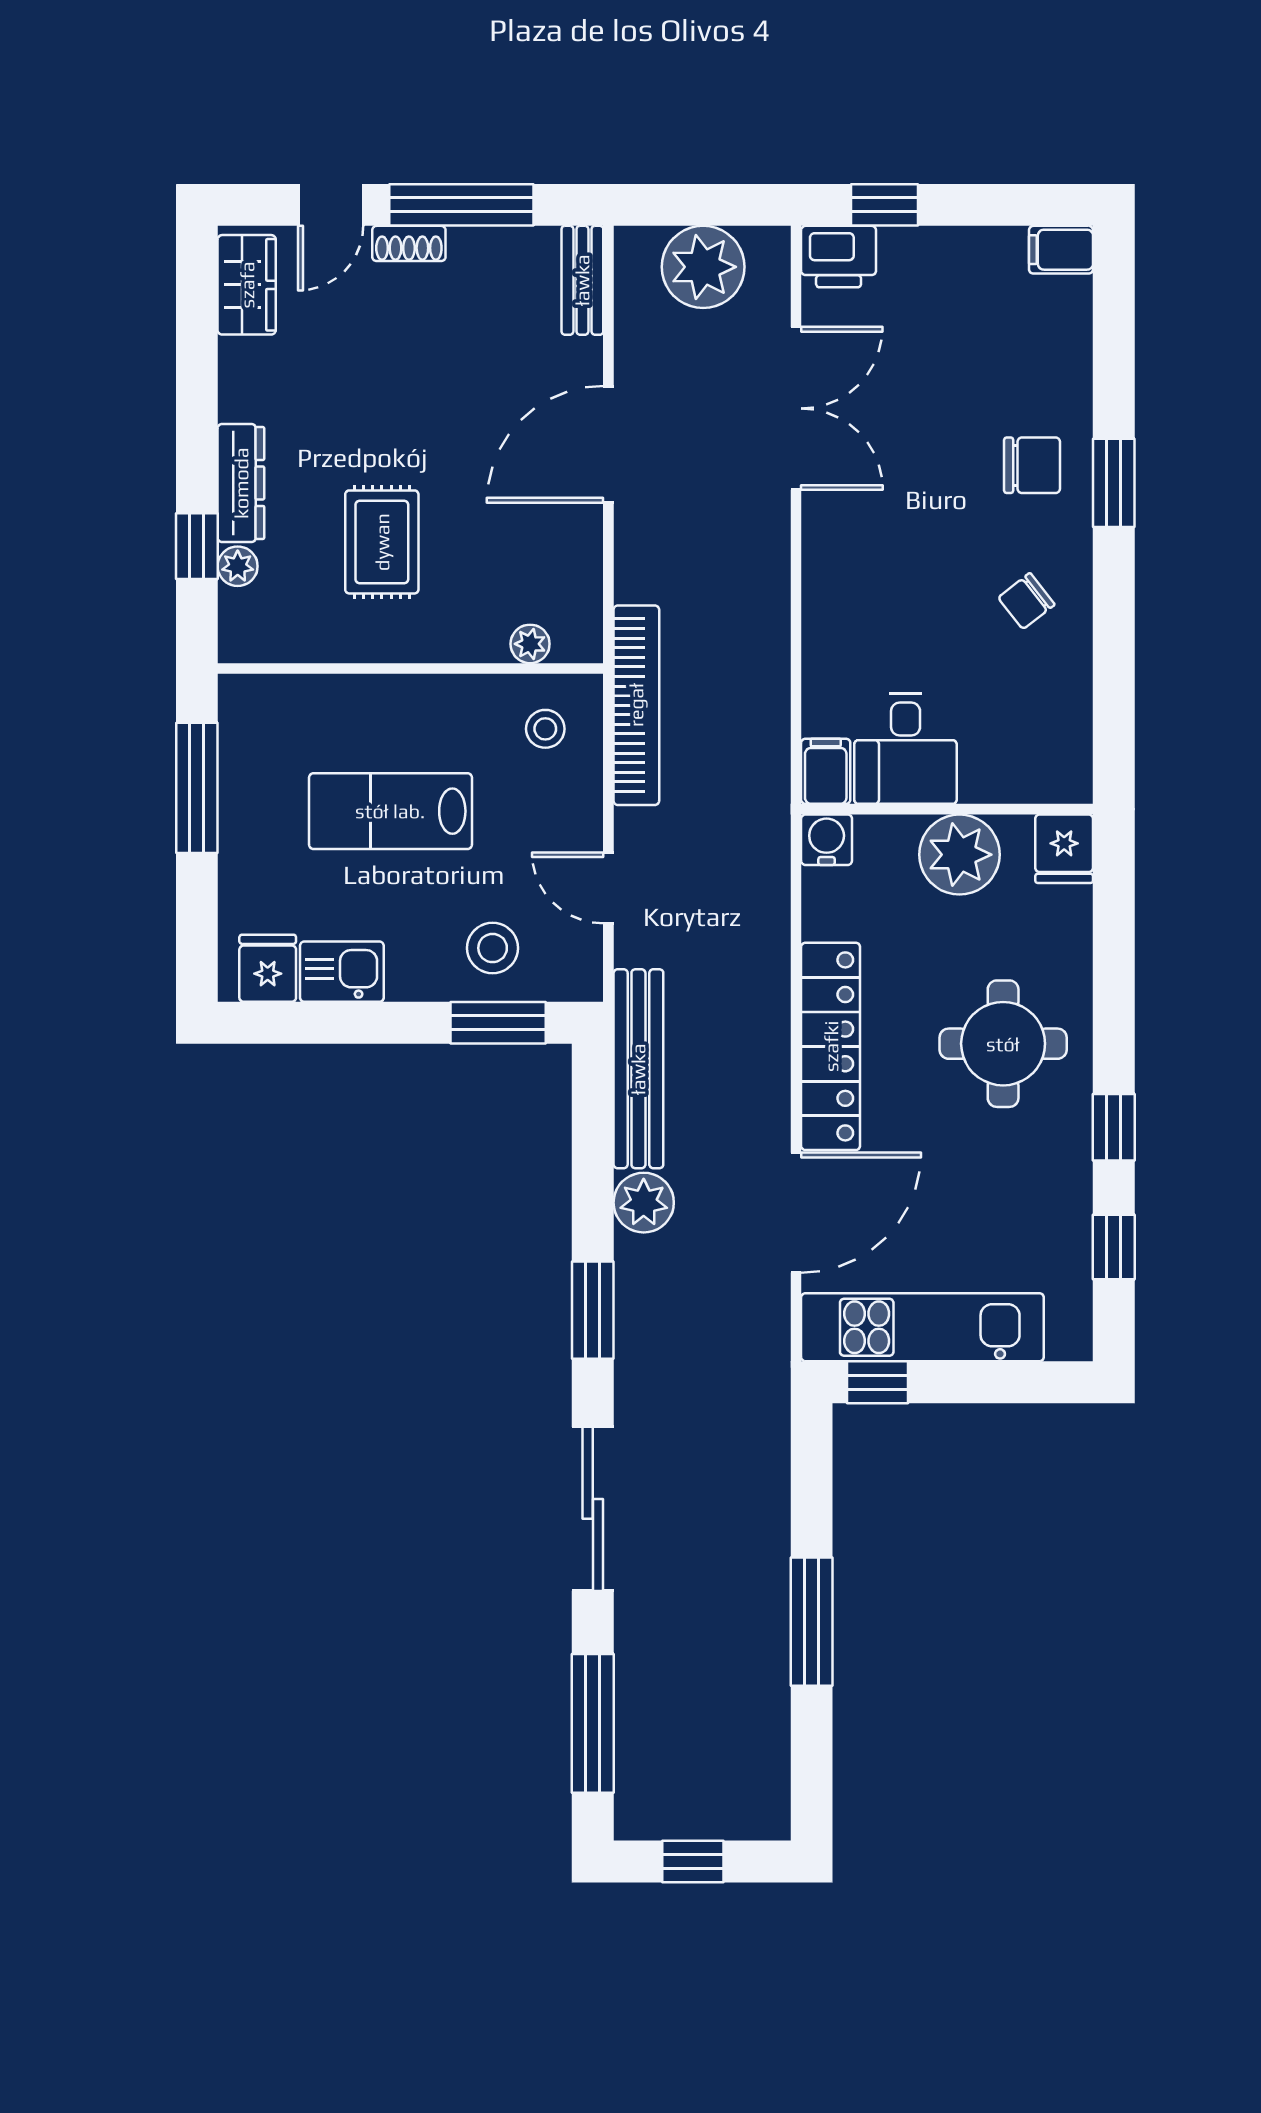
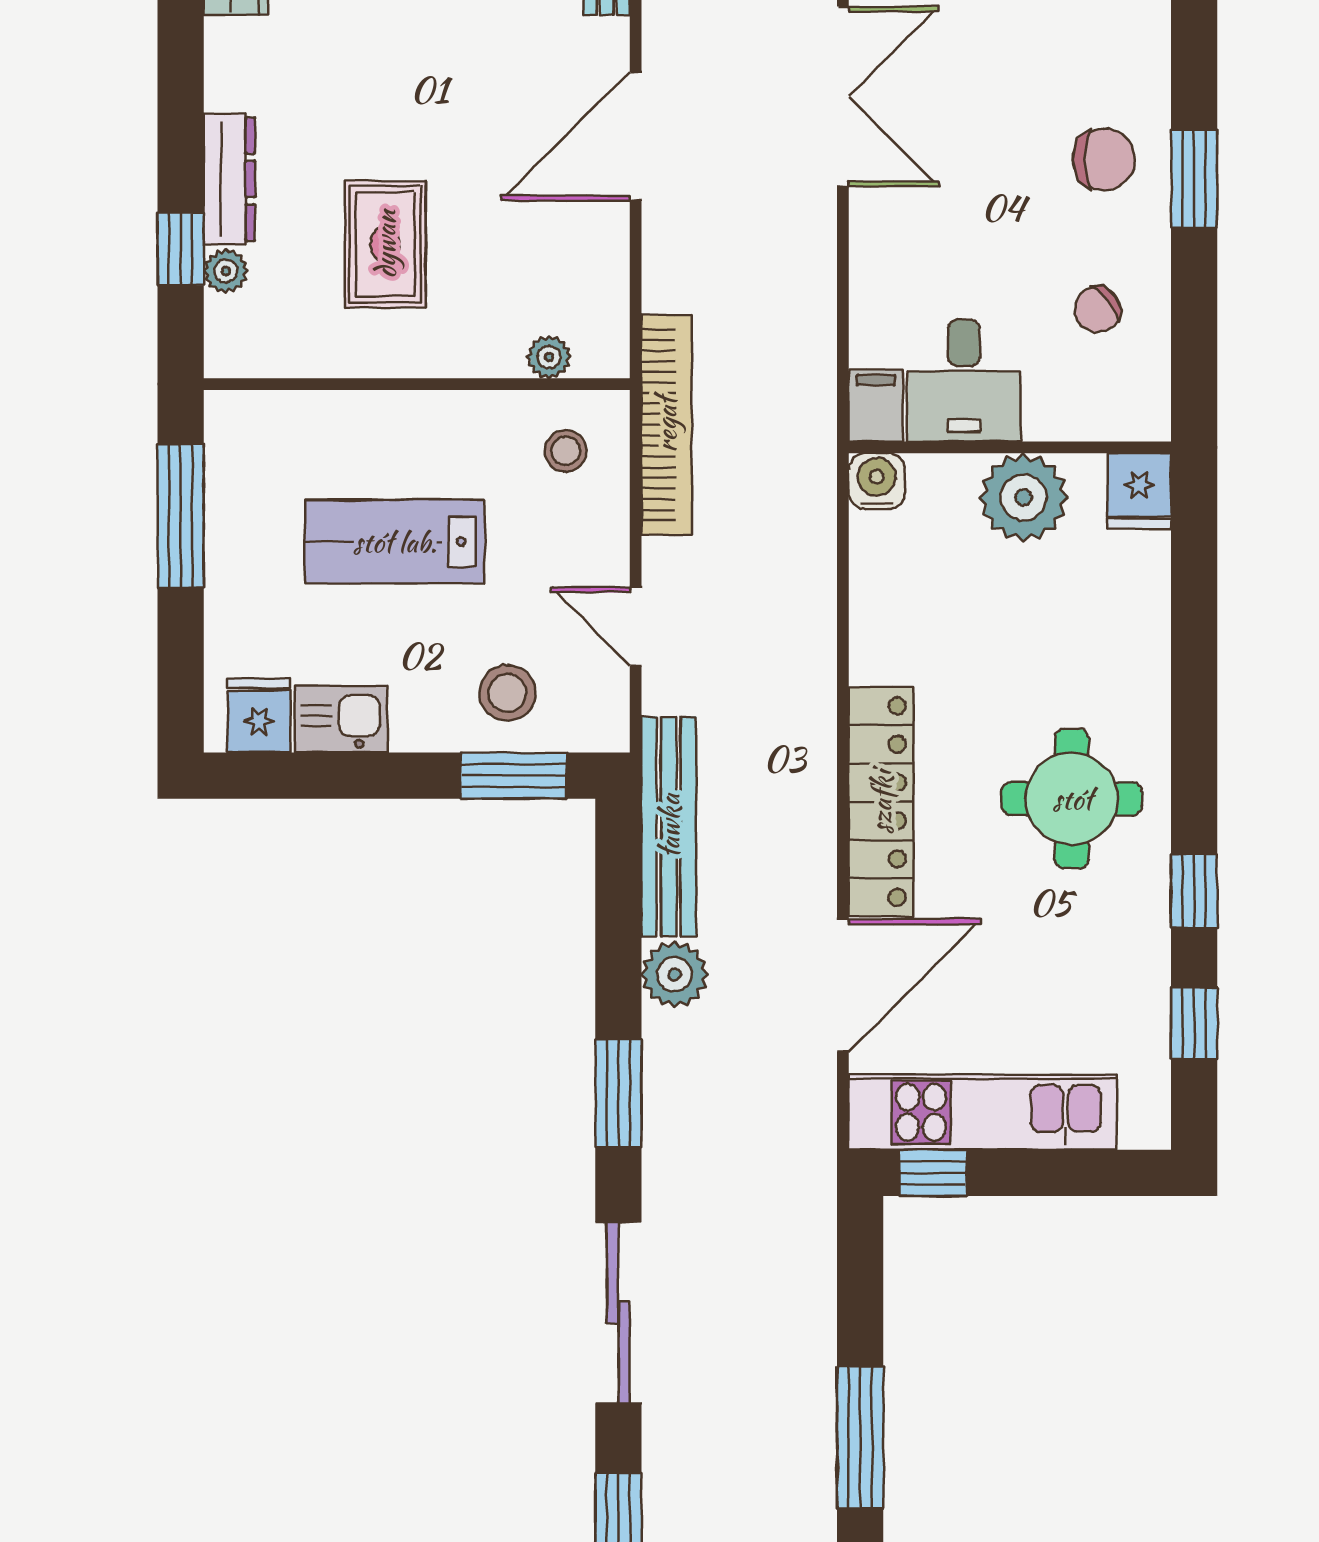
desk: (906, 749) -> (964, 381), moved
filing cabinet: (826, 771) -> (876, 406), moved
wall: (947, 809) -> (1010, 447), moved
water cooler: (827, 840) -> (877, 481), moved
fridge: (1064, 849) -> (1139, 491), moved
plant: (959, 855) -> (1024, 497), moved

